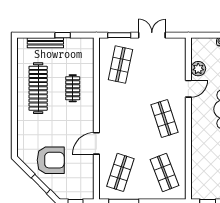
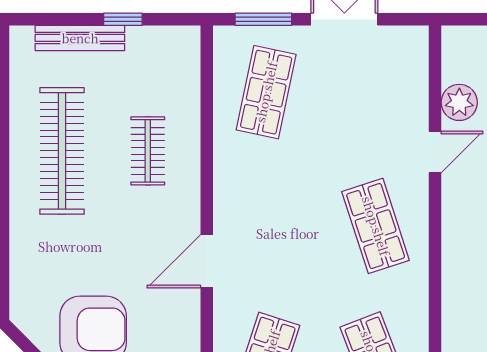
door: (96, 143) -> (207, 261), moved

